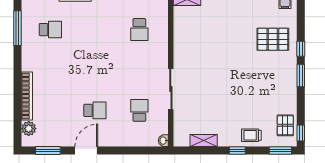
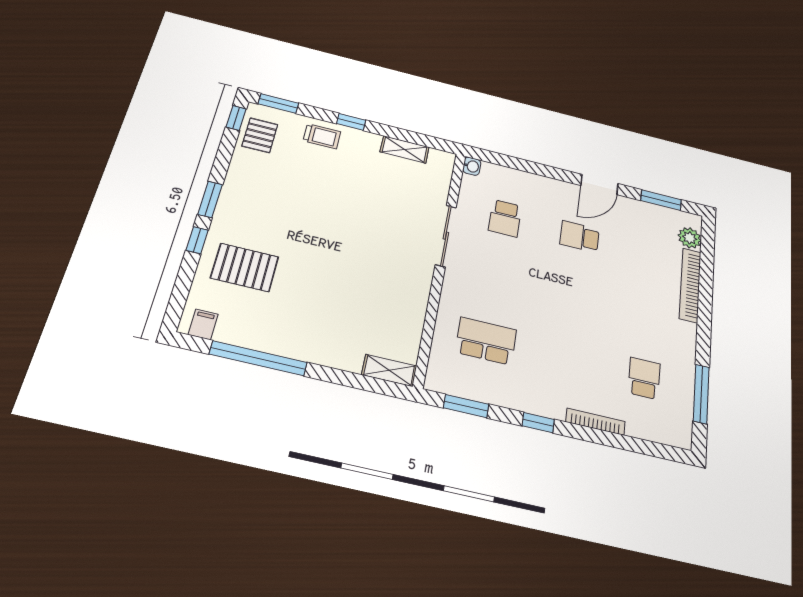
school desk: (50, 30) -> (644, 378), turned 90
school desk: (139, 30) -> (486, 341), width x1.85

